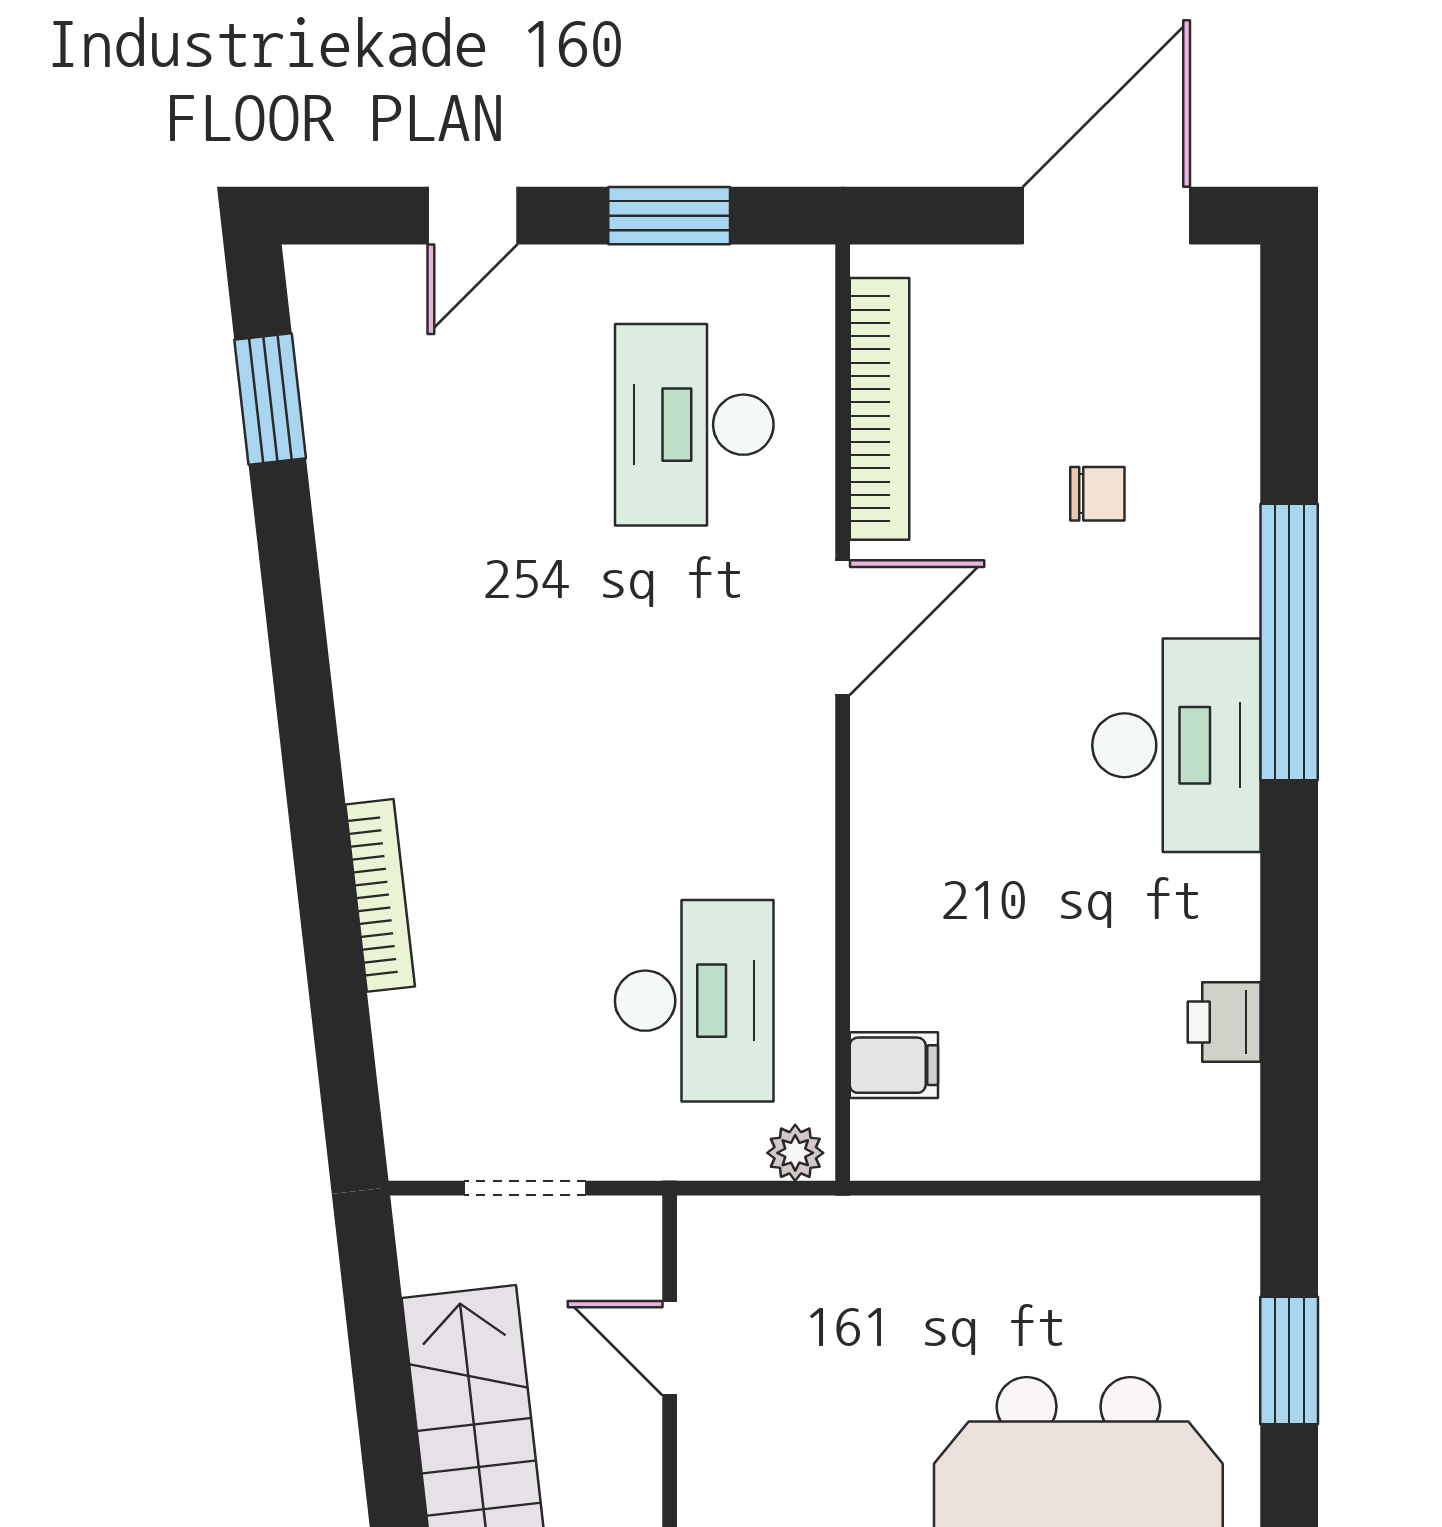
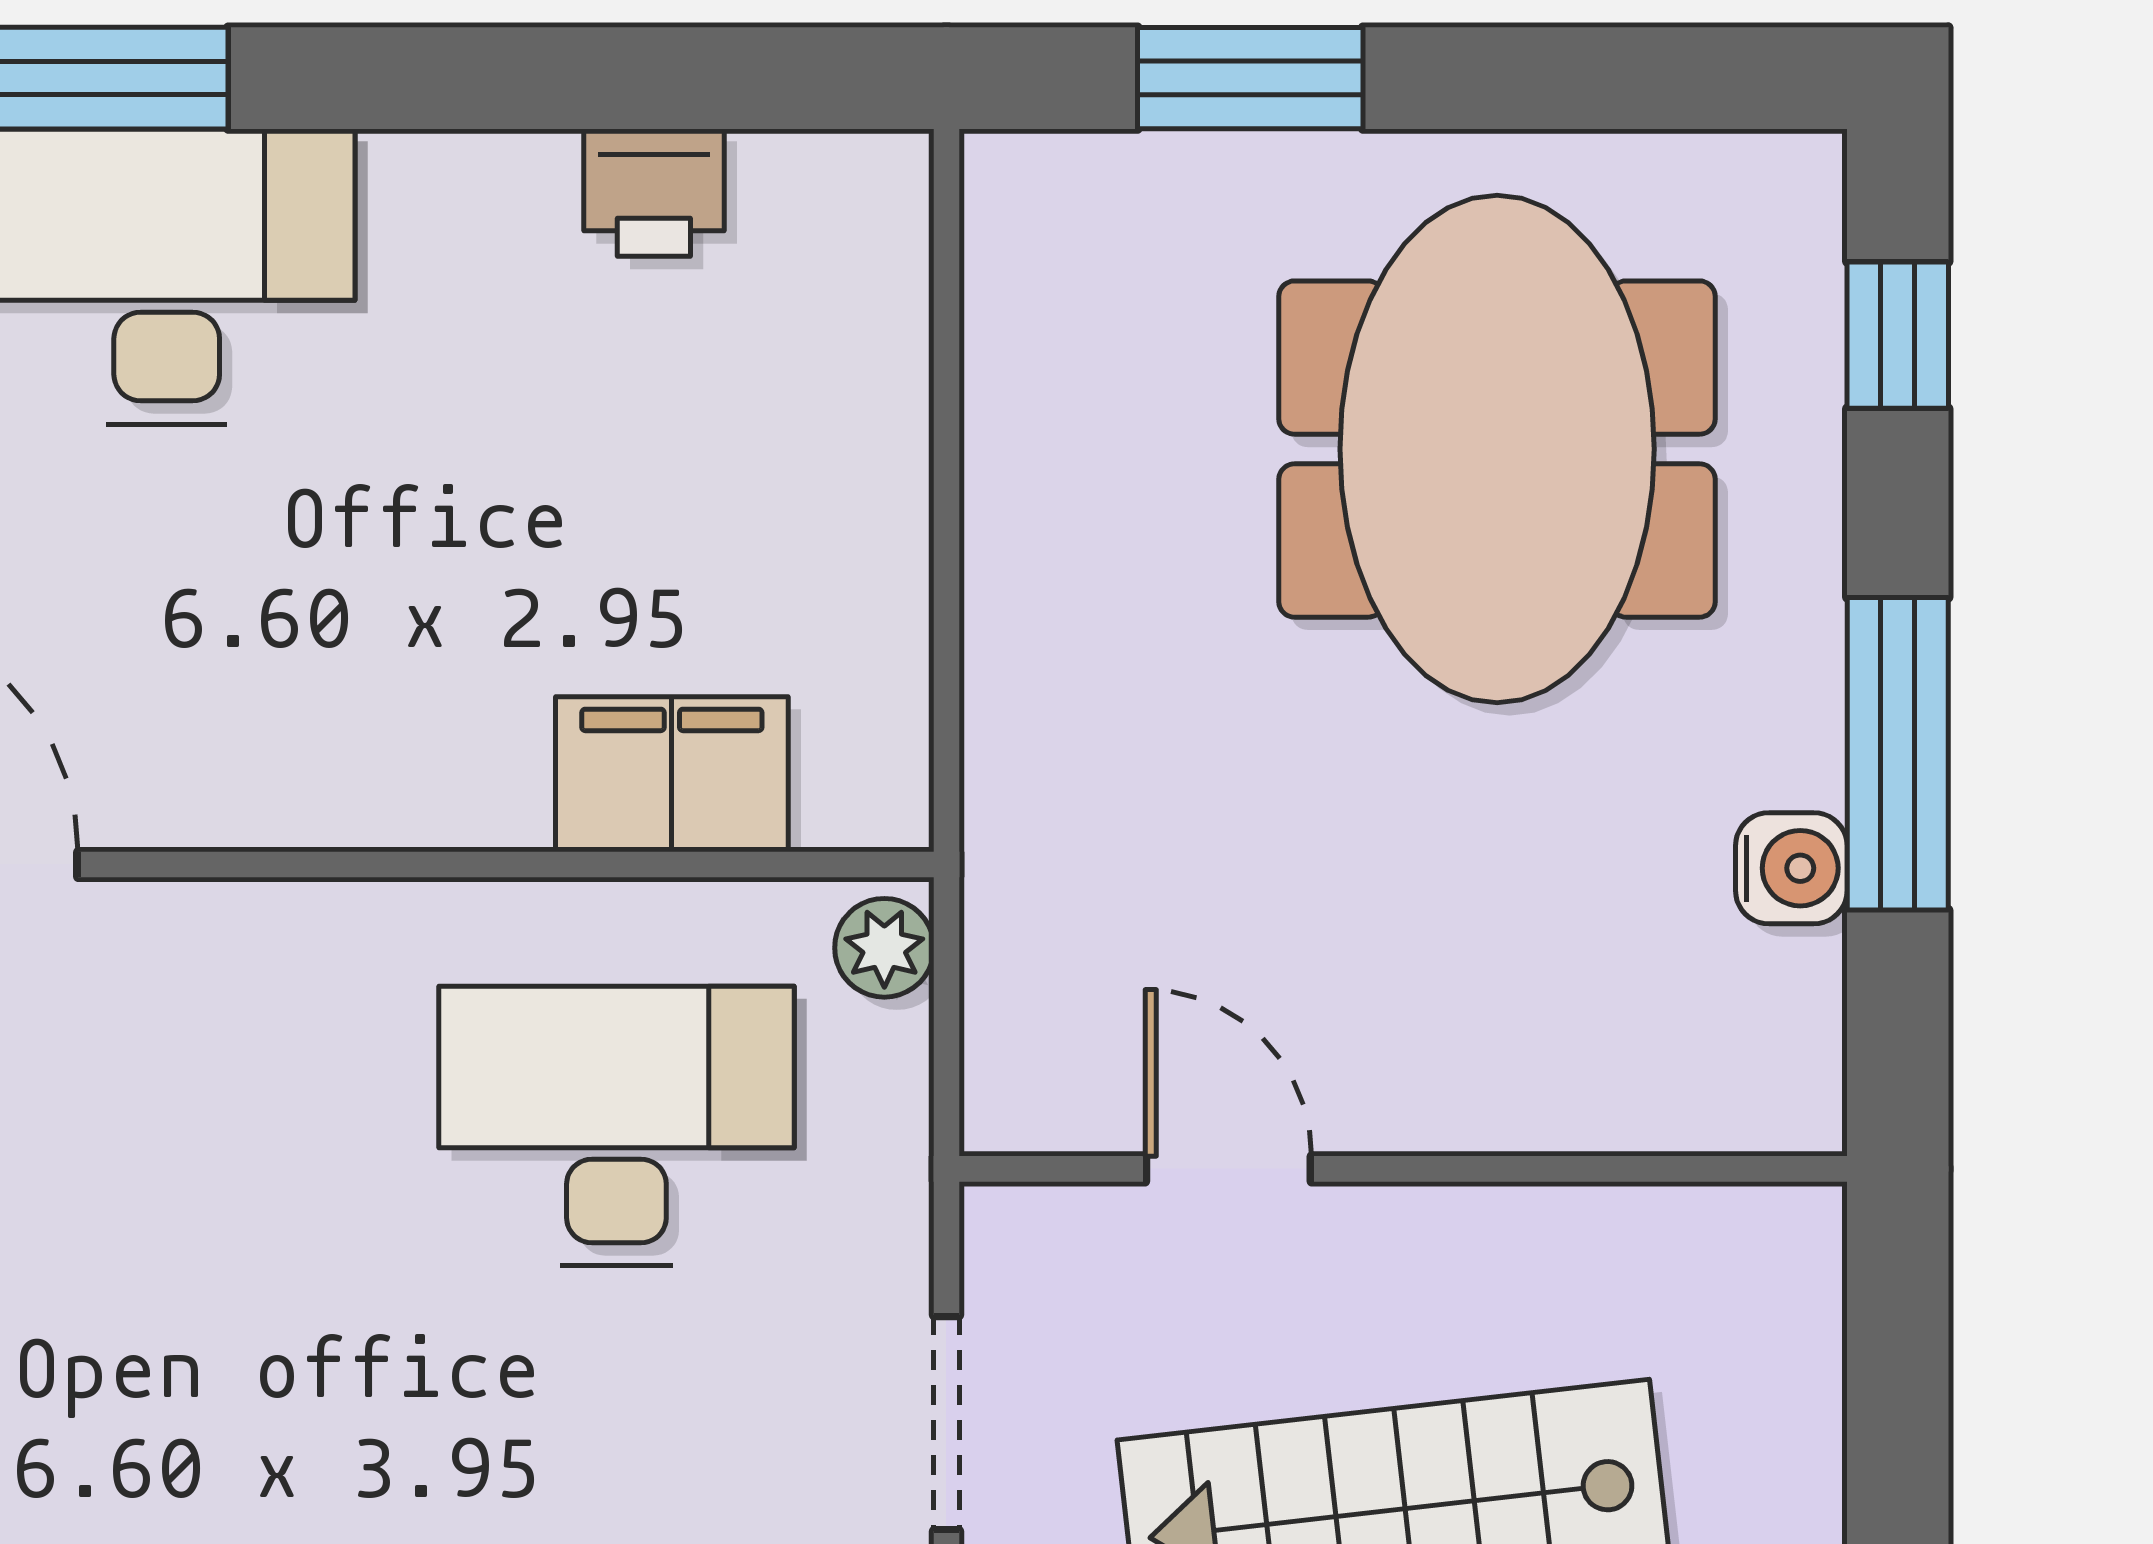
filing cabinet: (894, 1065) -> (672, 774), width x2.00
door: (670, 1348) -> (1228, 1169), swing flipped

